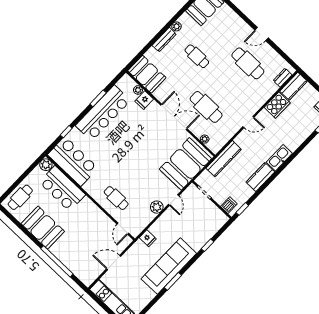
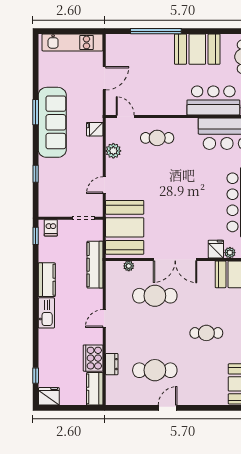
dresser: (283, 78) -> (112, 364), moved
door: (174, 200) -> (104, 185), hinge flipped
plant: (157, 207) -> (113, 151), moved

